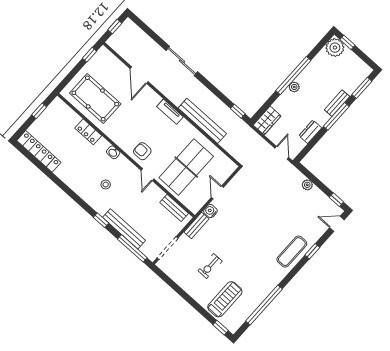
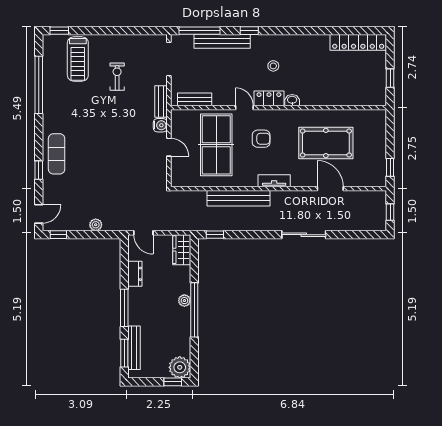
pool table: (95, 98) -> (326, 143), moved
bench: (337, 103) -> (134, 348), moved, width x1.36
locker: (88, 132) -> (269, 98), moved
armchair: (142, 151) -> (261, 139), moved

